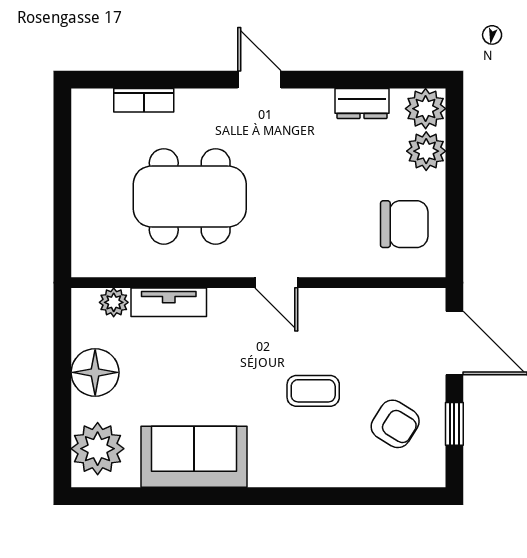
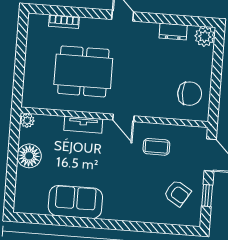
plant: (426, 151) -> (203, 58), removed
plant: (114, 302) -> (27, 120), moved
tv unit: (169, 302) -> (83, 125), moved
coffee table: (313, 391) -> (156, 147), moved
plant: (98, 449) -> (27, 194), removed

